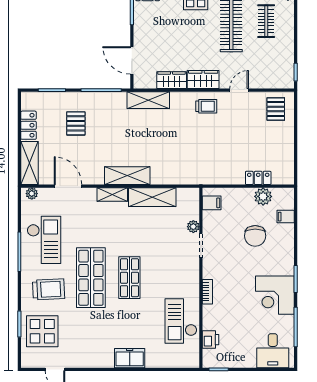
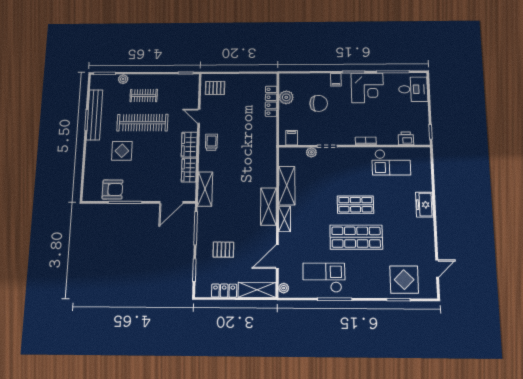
locker: (258, 178) -> (271, 101), width x1.53
filing cabinet: (286, 217) -> (336, 80), moved
trolley: (49, 289) -> (367, 274), removed

